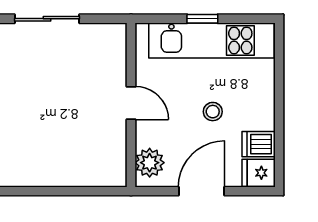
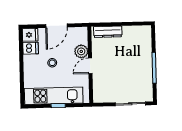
door: (131, 103) -> (90, 66), hinge flipped
plant: (150, 163) -> (81, 51), moved
dresser: (91, 175) -> (108, 32), added

